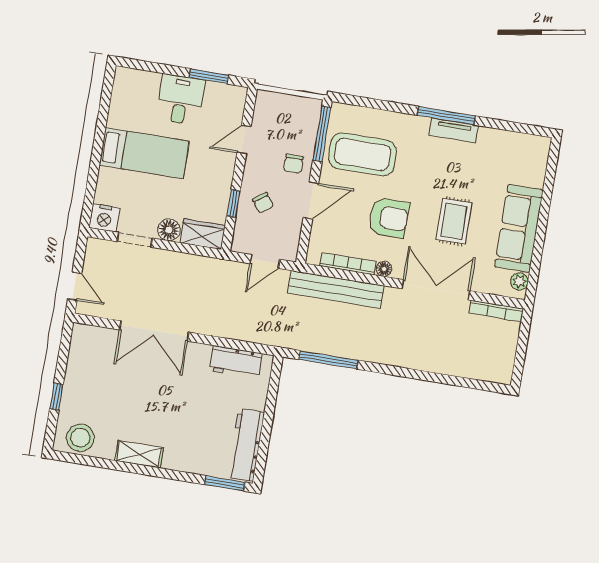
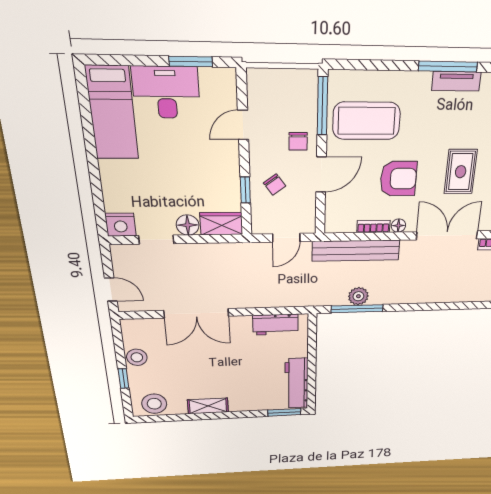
desk: (180, 100) -> (166, 92), width x1.37
bed: (144, 153) -> (112, 113), moved, turned 90
bookcase: (348, 264) -> (373, 226), width x0.64
plant: (332, 345) -> (358, 296), added
stool: (78, 372) -> (137, 357), added

